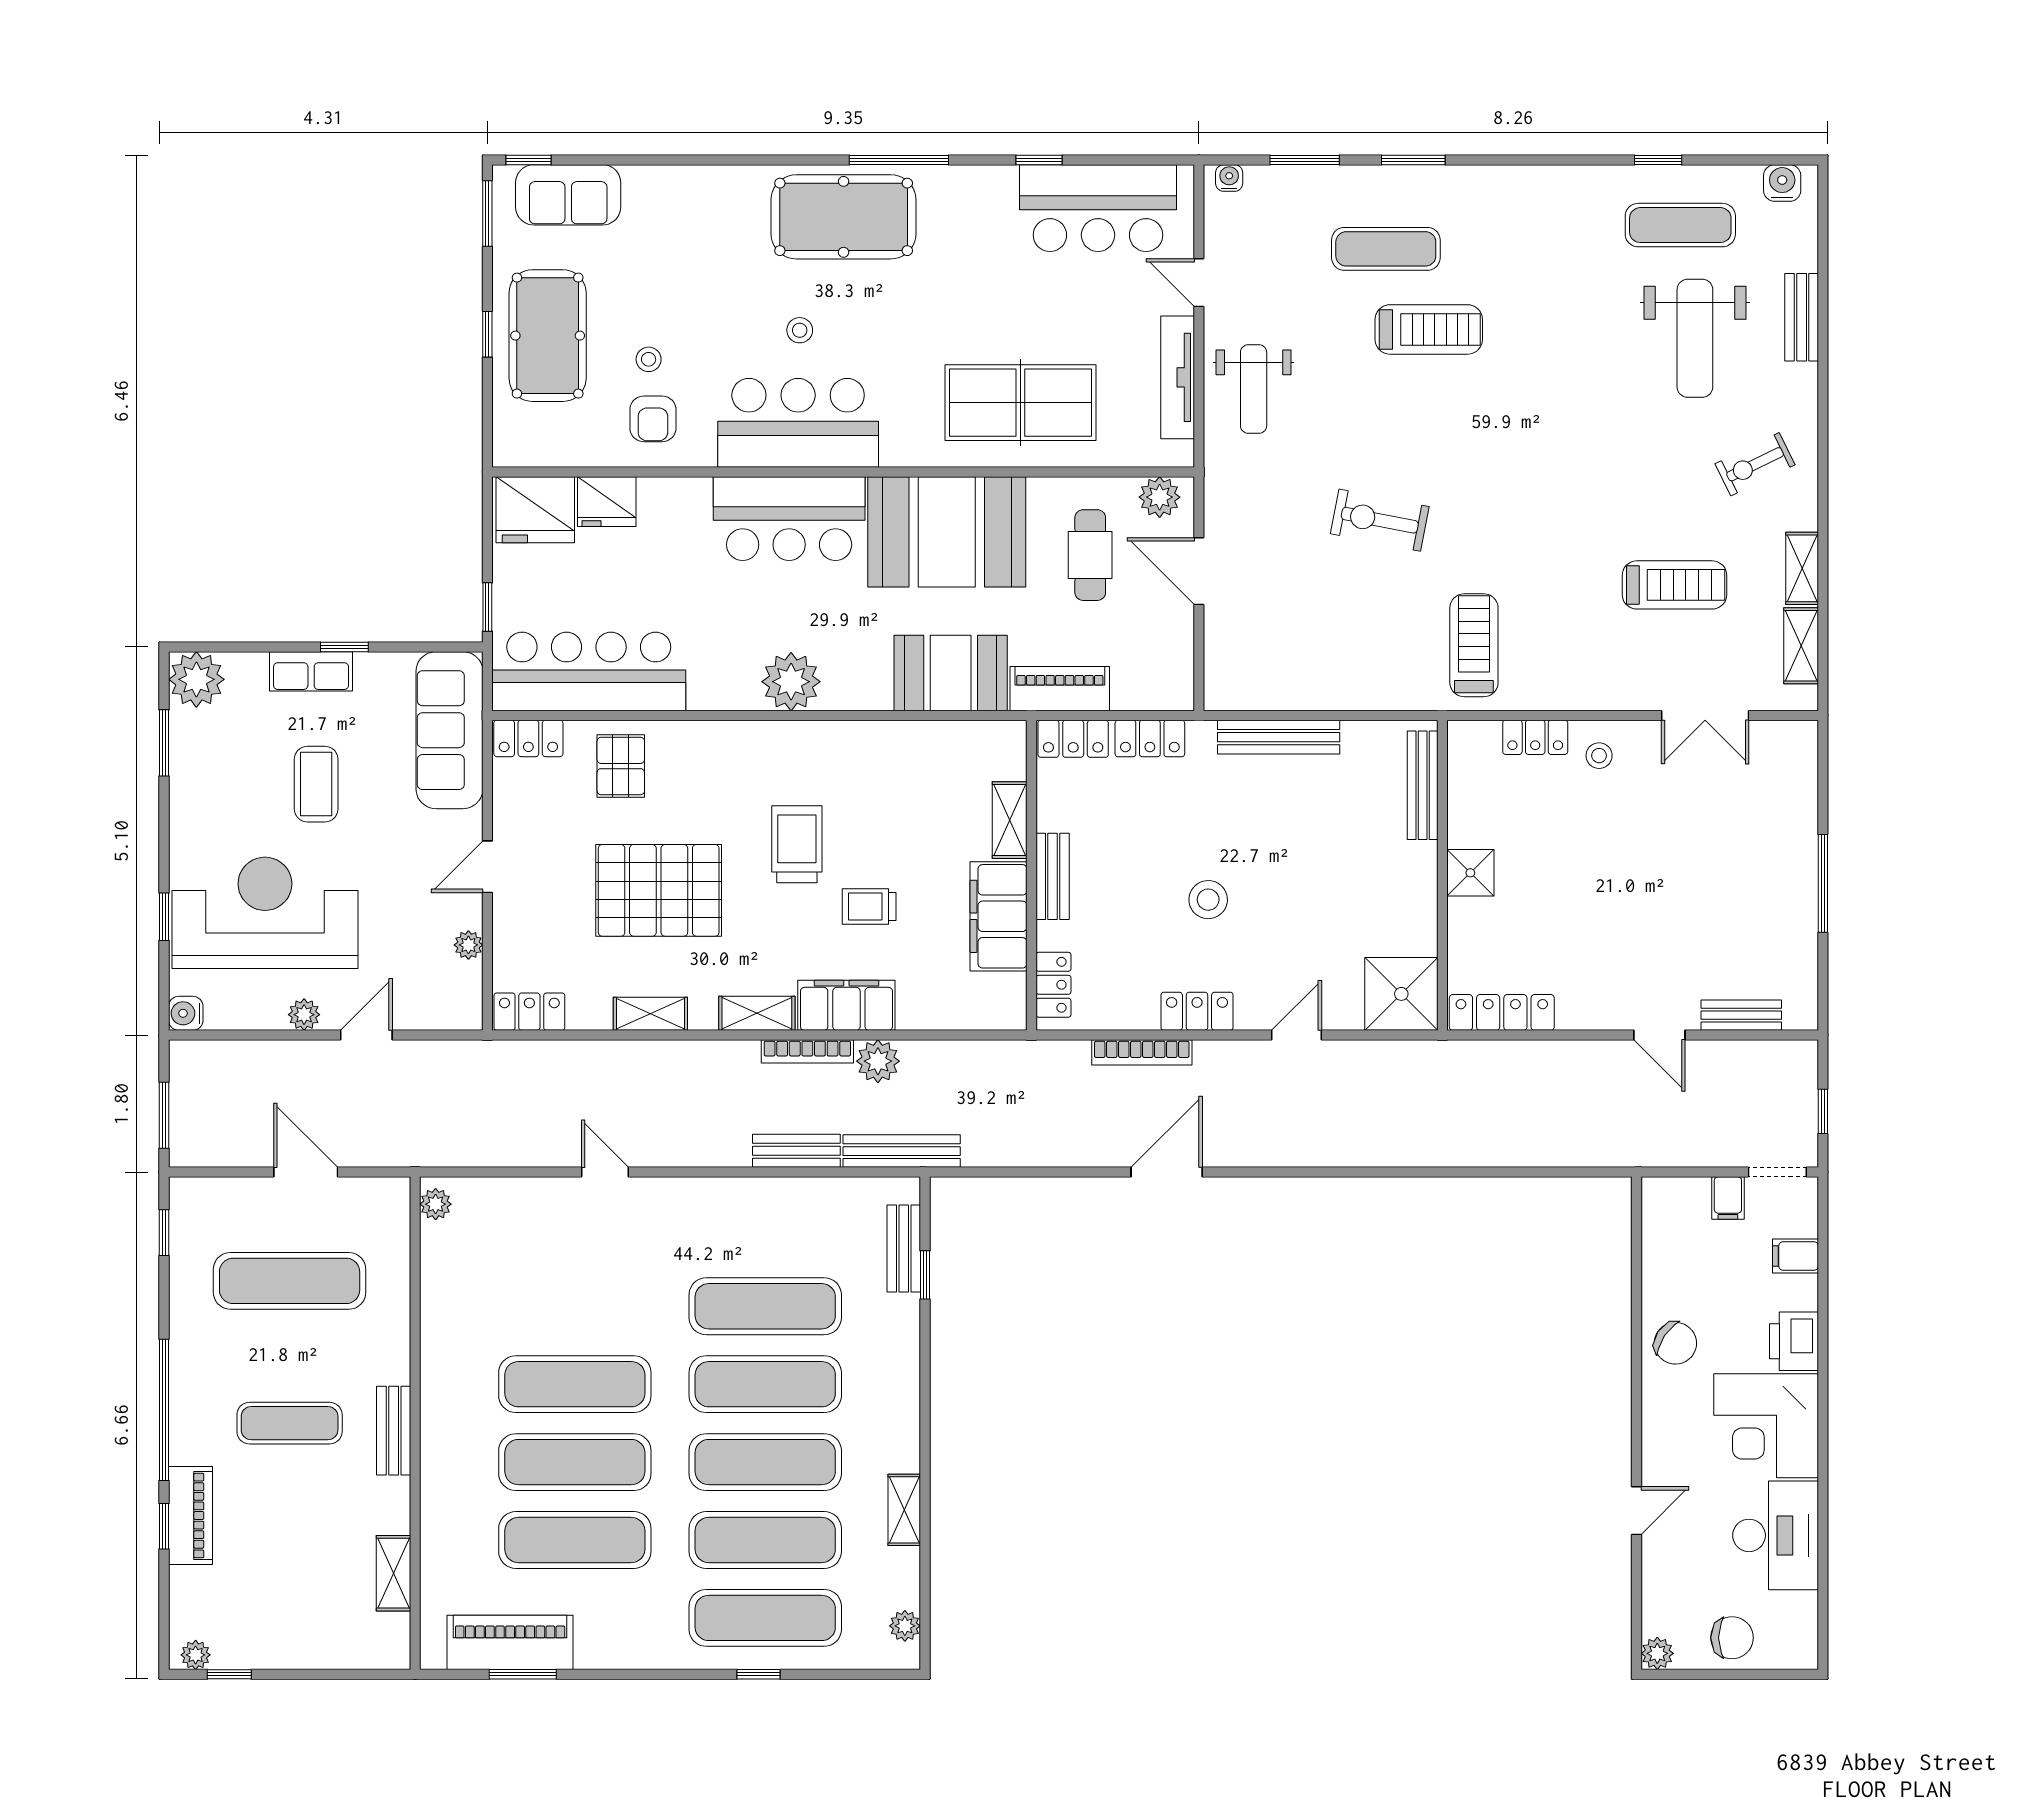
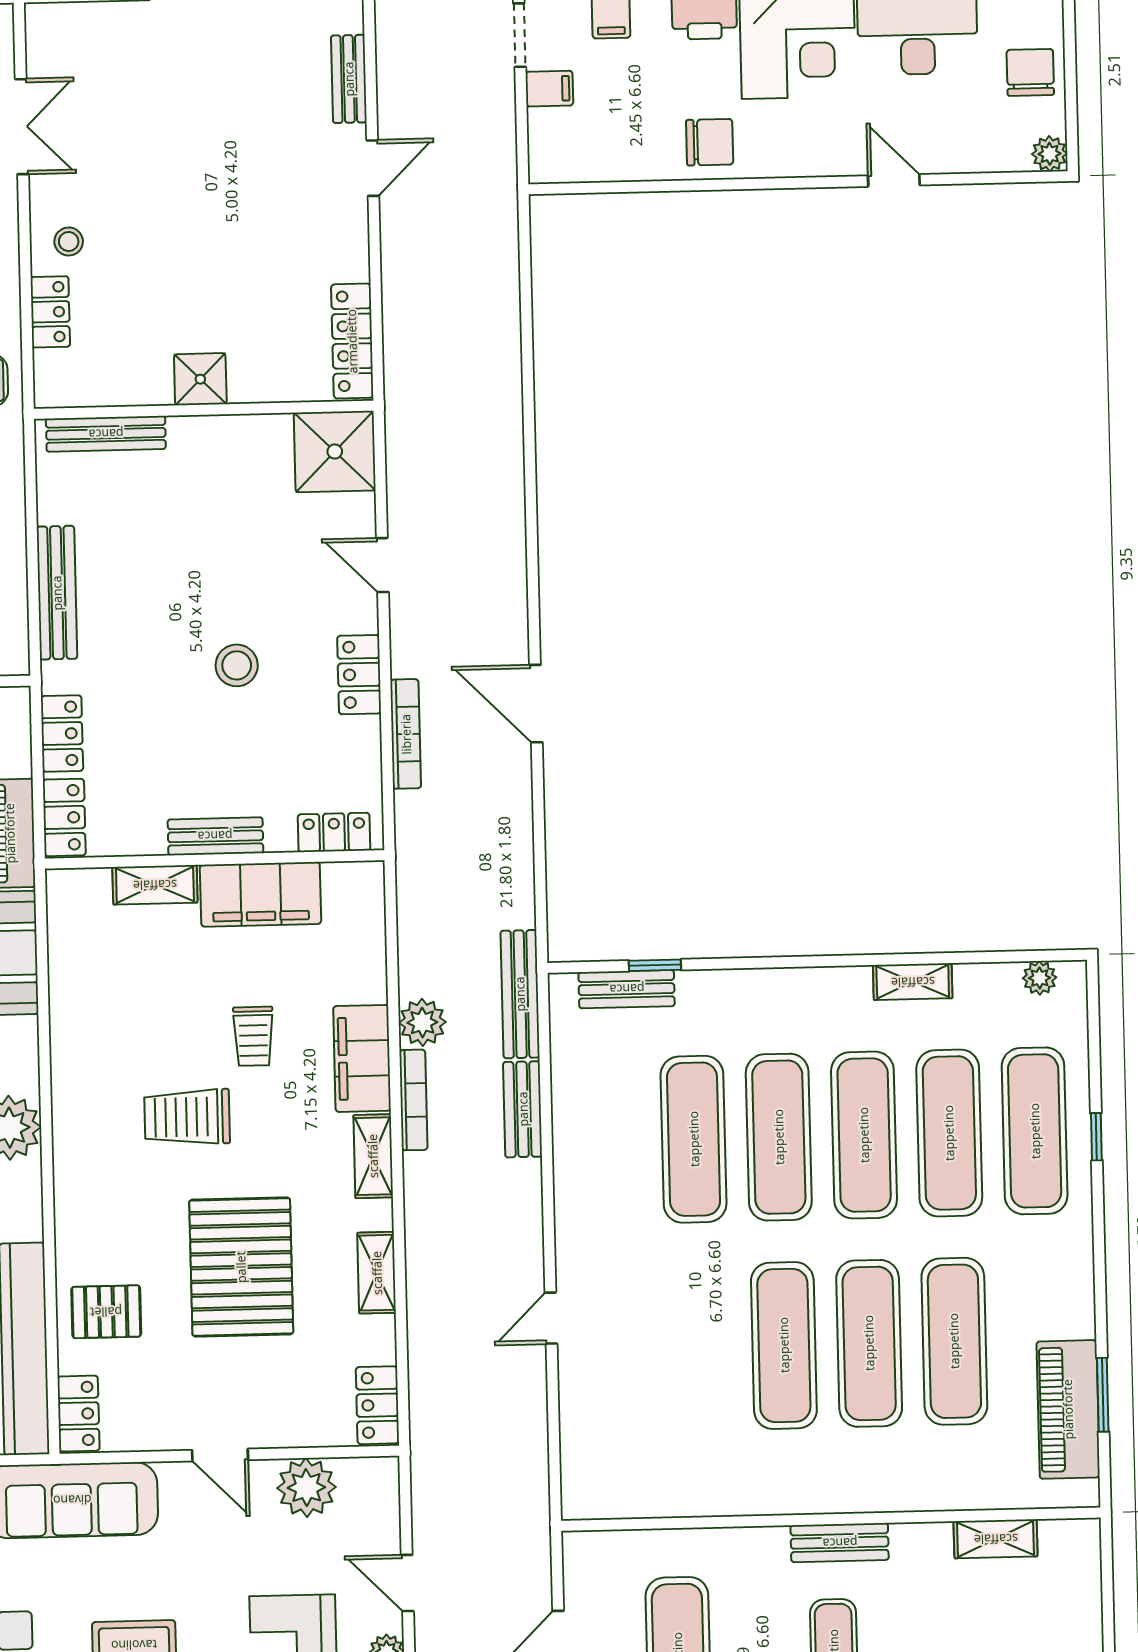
plant: (468, 945) -> (306, 1488), width x1.88, depth x1.88
plant: (436, 1204) -> (591, 1503), removed
chair: (1675, 1343) -> (710, 142), turned 56

